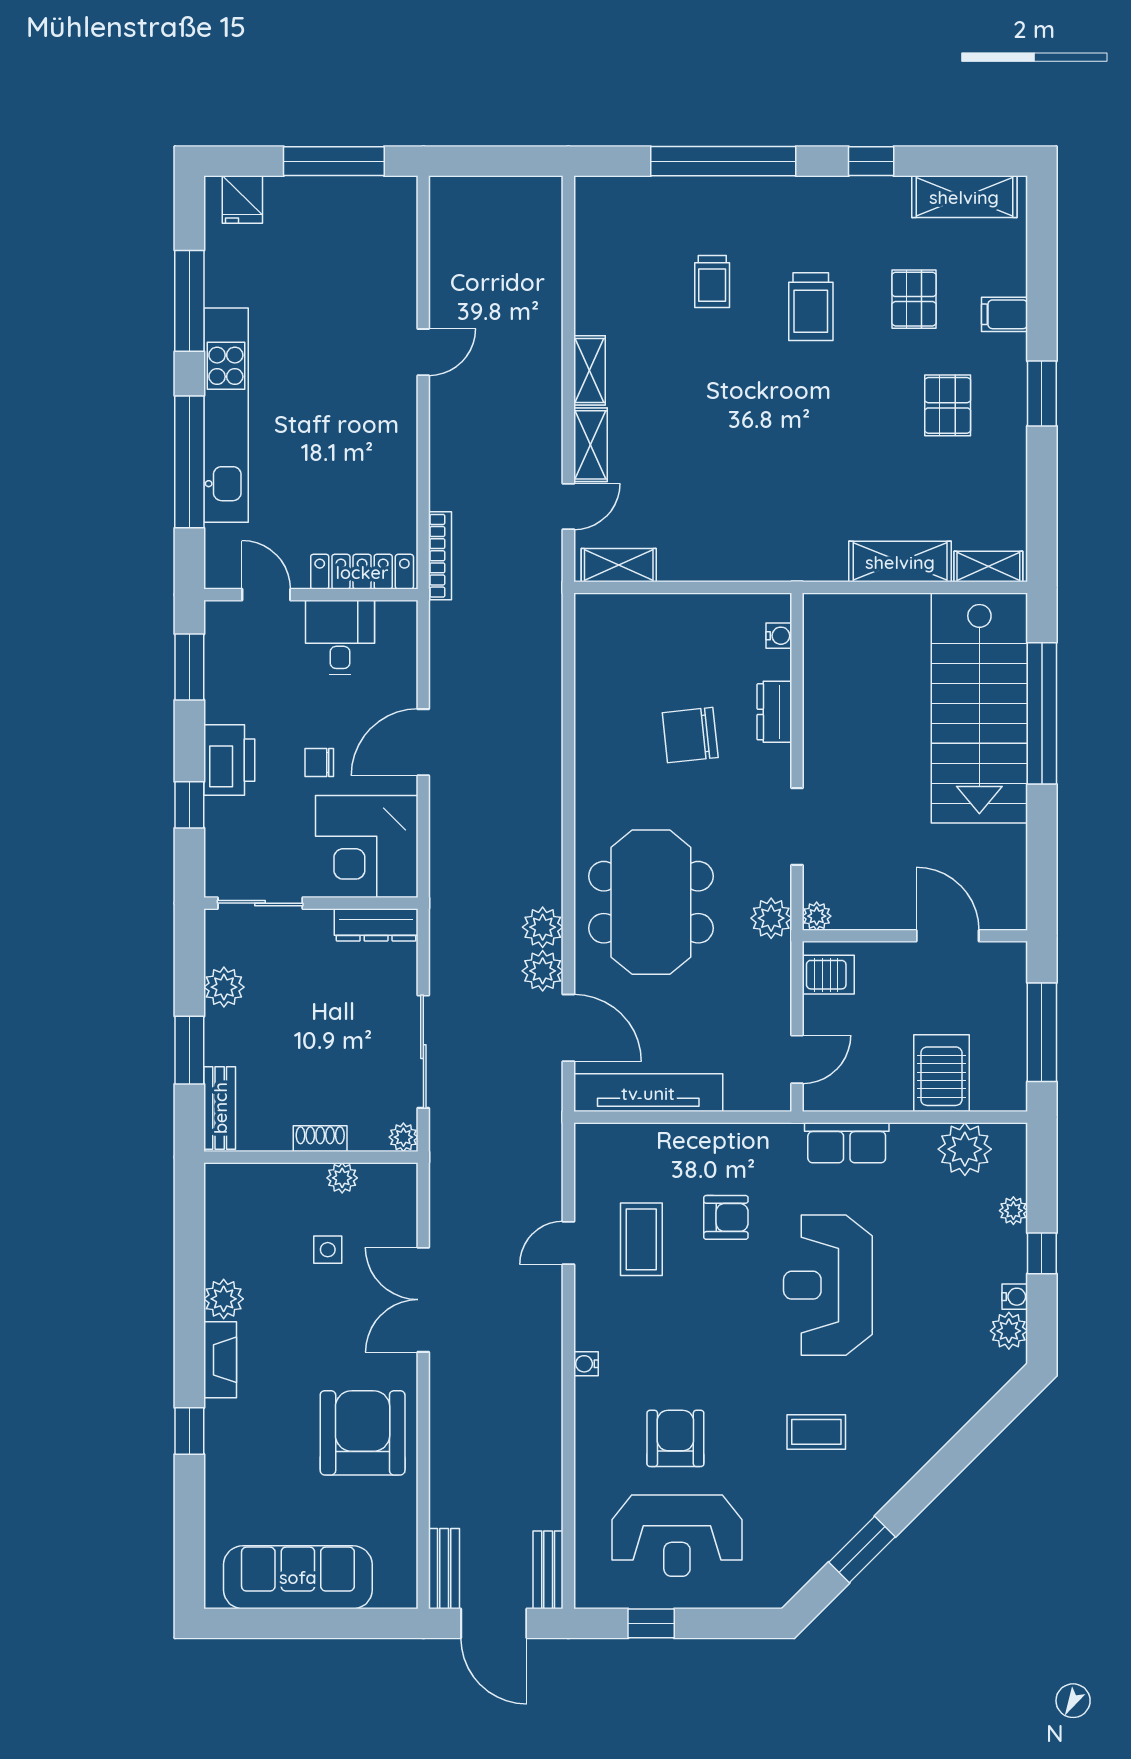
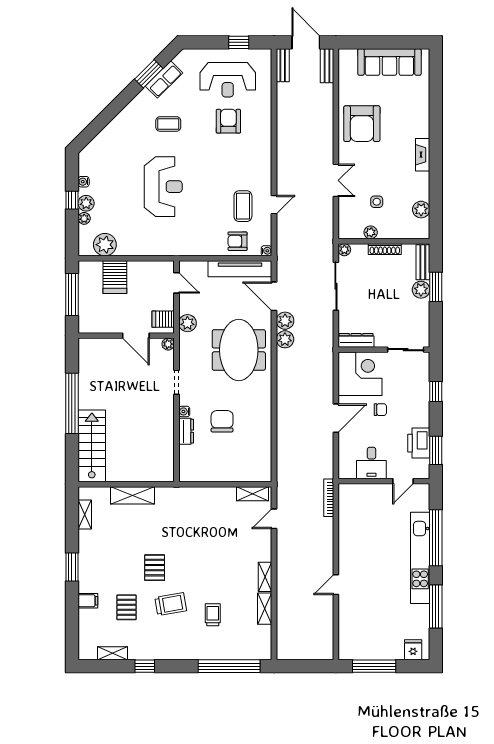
window: (723, 161) -> (229, 666), moved
shelving: (964, 197) -> (113, 653), width x0.67, depth x0.75
trolley: (811, 307) -> (171, 604), turned 80
pallet: (948, 405) -> (155, 568), moved
shelving: (590, 445) -> (265, 609), moved
shelving: (988, 567) -> (85, 515), moved, turned 90
locker: (362, 572) -> (362, 491), removed
door: (266, 595) -> (403, 481), hinge flipped
water cooler: (779, 636) -> (184, 411), moved
stairs: (979, 708) -> (92, 446), width x0.73, depth x0.66
window: (1042, 713) -> (72, 403), moved
chair: (690, 735) -> (222, 421), turned -84
printer: (229, 760) -> (419, 443), moved
doorway: (797, 827) -> (176, 382), width x0.73
plant: (771, 918) -> (187, 323), moved
door: (948, 936) -> (136, 336), moved
plant: (224, 987) -> (421, 290), moved
door: (797, 1059) -> (176, 283), swing flipped
shoe rack: (320, 1139) -> (385, 249), width x1.43
row of seats: (847, 1143) -> (164, 79), moved, turned 135
armchair: (726, 1217) -> (238, 241), moved
plant: (224, 1299) -> (421, 210), moved
double door: (423, 1300) -> (336, 180), width x0.73
plant: (1009, 1331) -> (86, 203), moved
water cooler: (586, 1364) -> (266, 251), moved
window: (189, 1431) -> (436, 124), removed
armchair: (675, 1438) -> (228, 121), turned 180
reception desk: (677, 1536) -> (228, 80), turned 180

